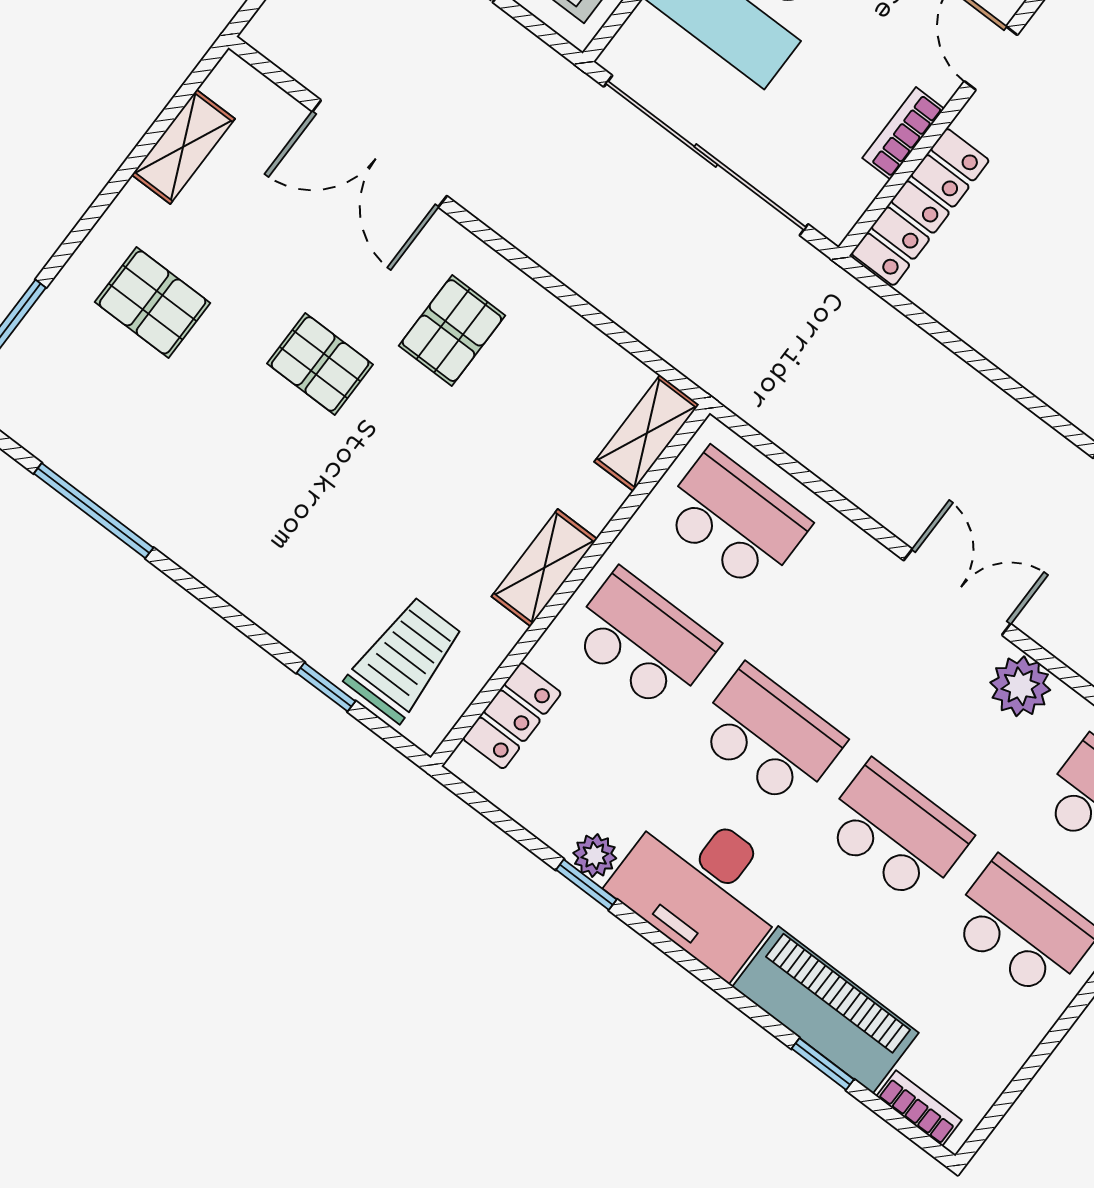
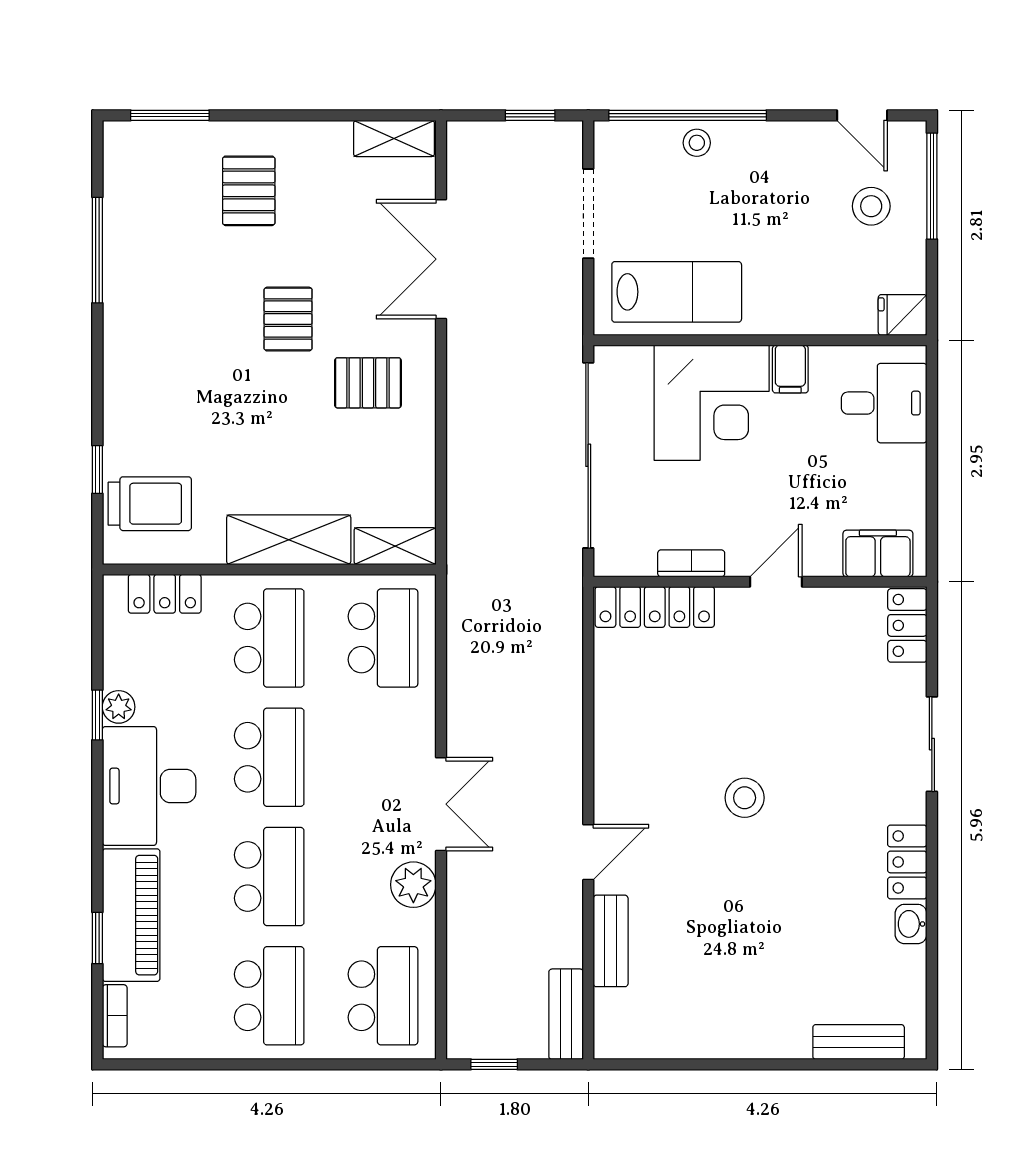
shelving: (183, 147) -> (394, 138), moved
shelving: (544, 568) -> (289, 540), width x1.50, depth x1.33

